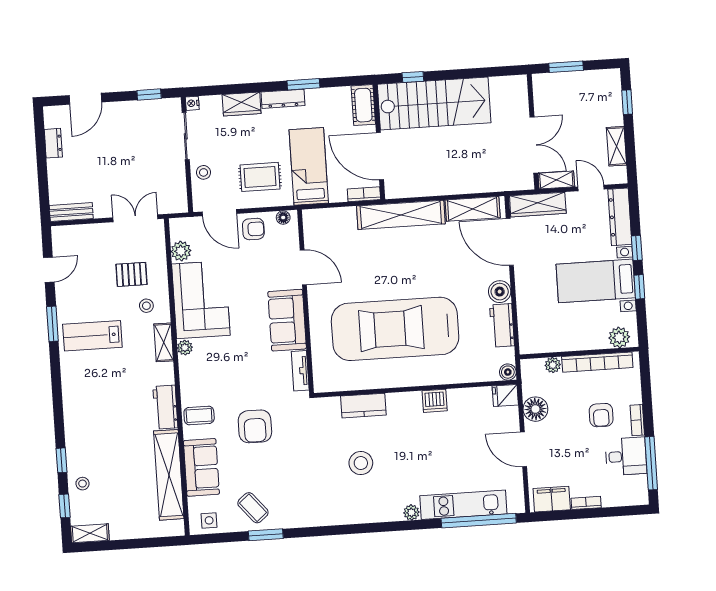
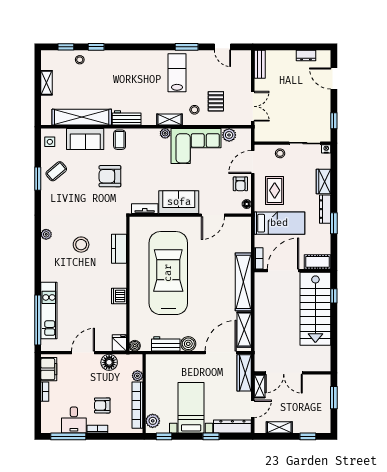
window: (639, 287) -> (164, 436), moved
plant: (411, 512) -> (46, 234), moved
shelving: (90, 533) -> (47, 83), moved

